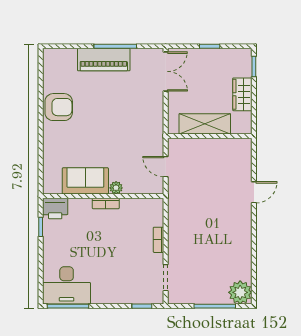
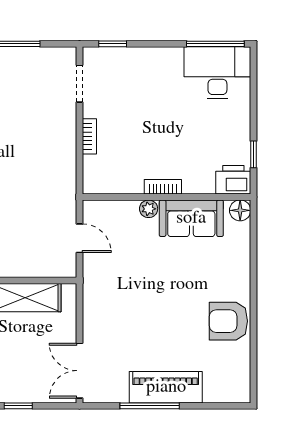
floor lamp: (50, 187) -> (240, 210), added

